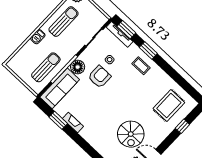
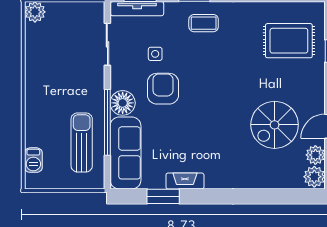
sun lounger: (64, 22) -> (48, 61), removed
barbecue: (38, 37) -> (33, 160), moved
rug: (169, 105) -> (289, 41), turned 90
spiral stairs: (131, 134) -> (275, 125), turned 90

